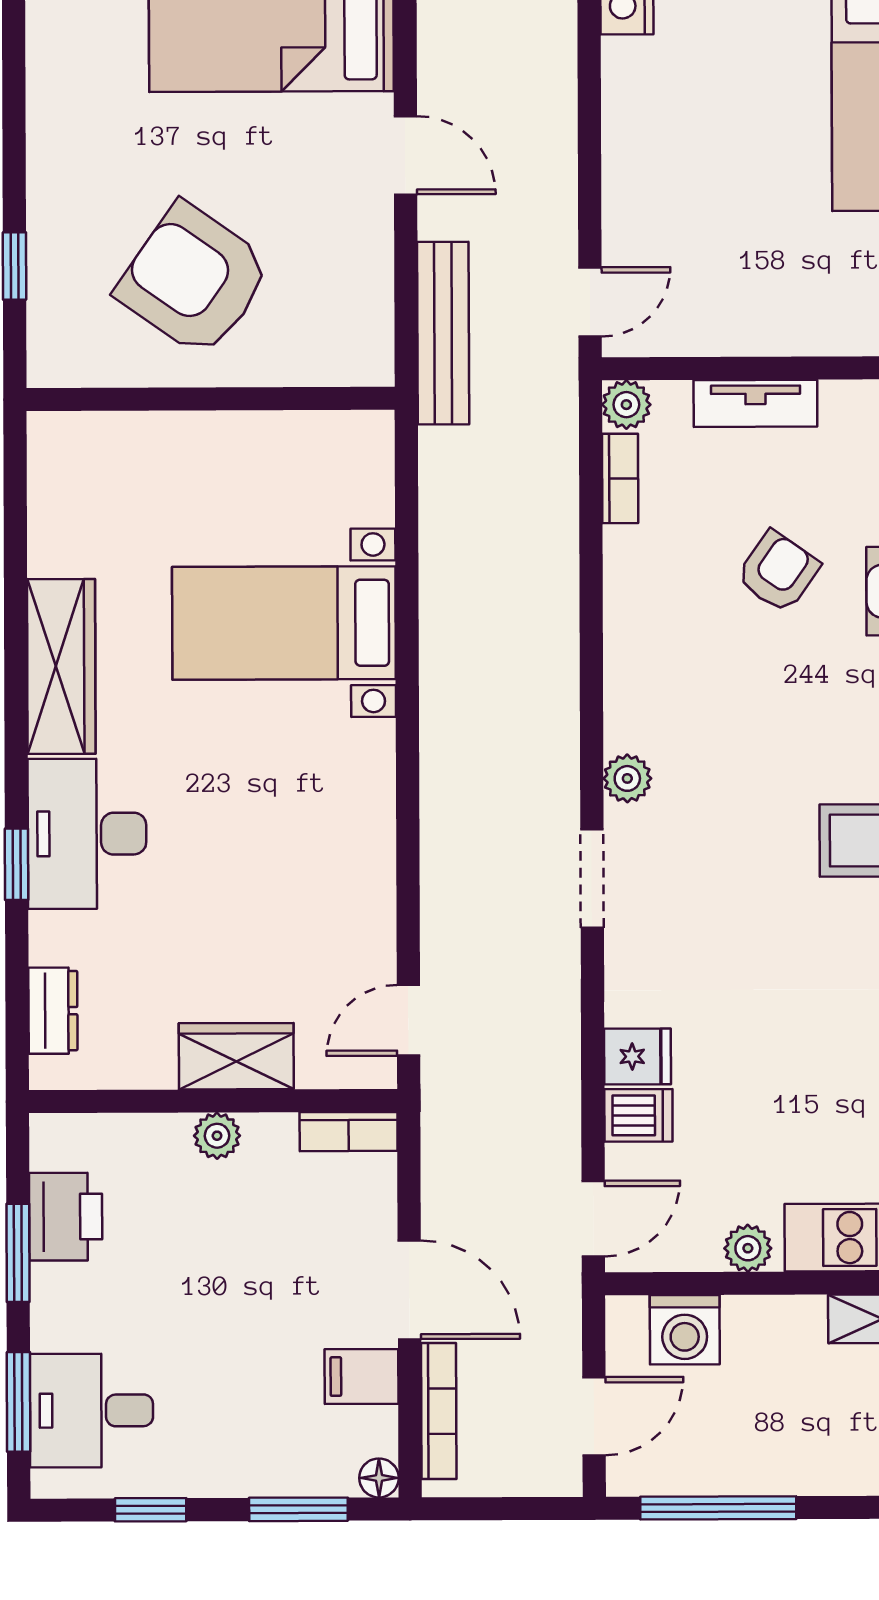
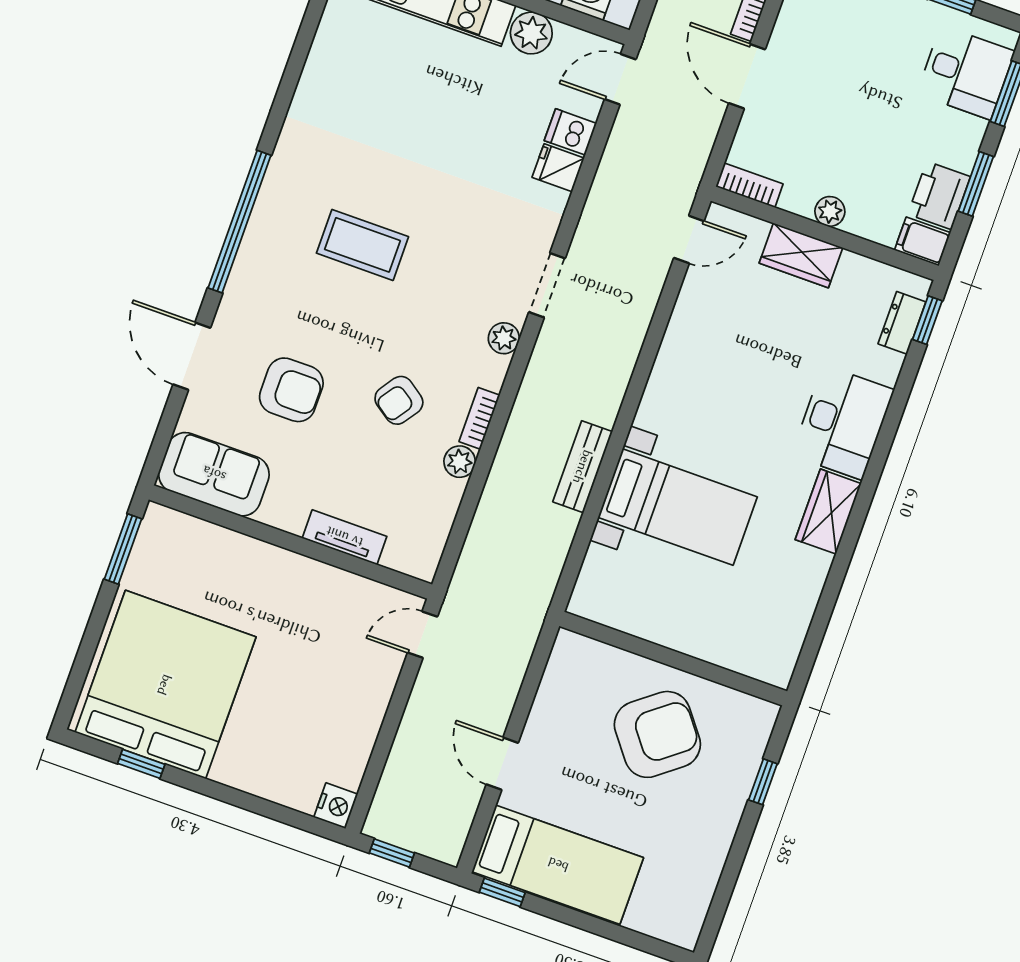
armchair: (194, 280) -> (657, 734), turned -73
bench: (443, 333) -> (583, 467), moved, width x0.73
plant: (626, 405) -> (460, 462), moved
bookcase: (620, 478) -> (479, 418), moved
armchair: (778, 572) -> (399, 400), moved
wardrobe: (61, 667) -> (828, 512), width x0.67
window: (17, 864) -> (927, 320), moved
plant: (748, 1248) -> (531, 33), width x1.38, depth x1.38
filing cabinet: (362, 1376) -> (922, 241), moved, turned 180

